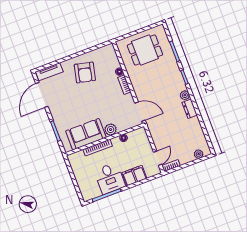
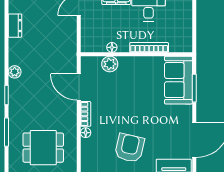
dresser: (190, 109) -> (15, 26), moved
door: (140, 112) -> (79, 87), moved
plant: (111, 130) -> (110, 64), moved
sofa: (86, 134) -> (178, 80), moved, turned 90

